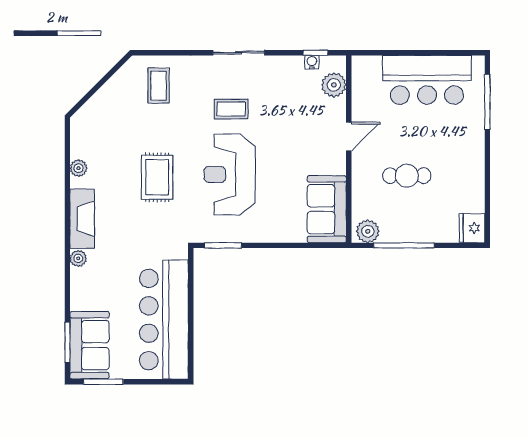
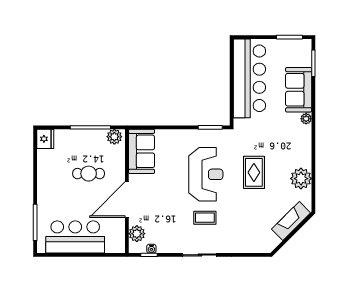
coffee table: (158, 86) -> (253, 233), removed
door: (349, 136) -> (127, 199), width x1.87
plant: (79, 168) -> (301, 179), width x1.88, depth x1.88
fireplace: (82, 219) -> (291, 221), moved, turned 45
sofa: (89, 345) -> (299, 90), moved

